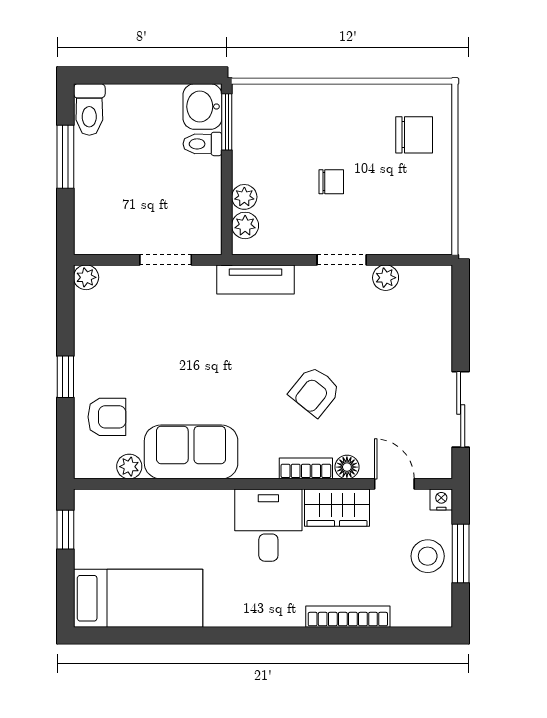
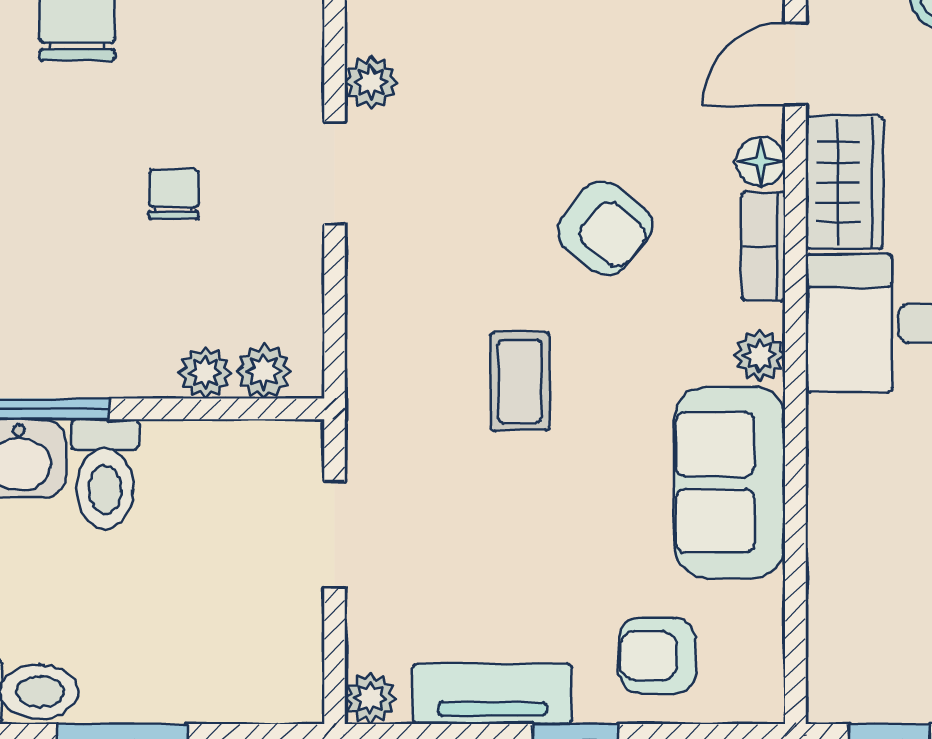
toilet: (203, 144) -> (105, 474), width x1.37, depth x1.39
tv unit: (256, 280) -> (493, 694), moved, turned -90
coffee table: (240, 350) -> (520, 381), added
armchair: (107, 417) -> (658, 656), turned -90
plant: (129, 467) -> (760, 355), moved

